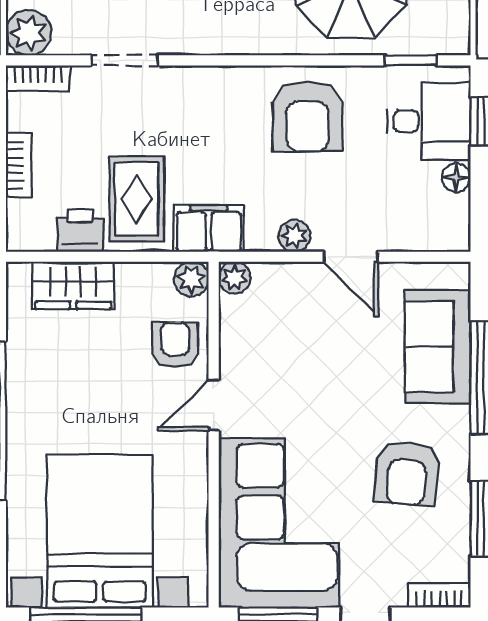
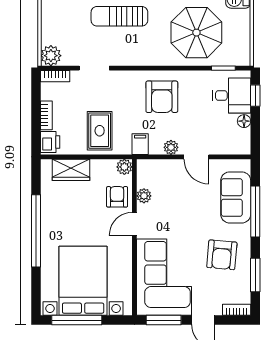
armchair: (308, 117) -> (162, 97), moved
filing cabinet: (209, 229) -> (140, 144), width x0.50
printer: (80, 231) -> (50, 142), moved, turned 90
plant: (235, 278) -> (144, 196), moved

